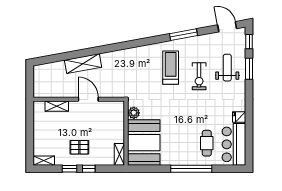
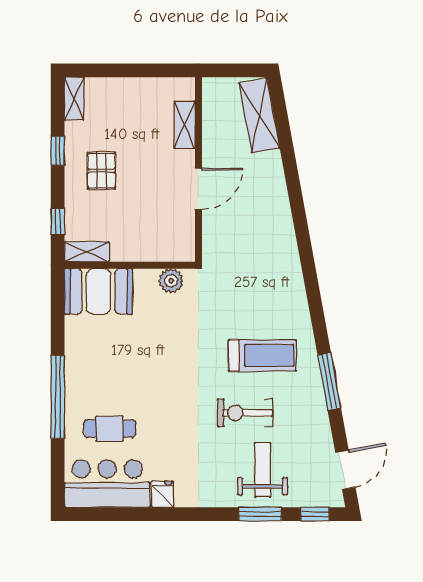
shelving: (83, 64) -> (259, 115), moved
weight bench: (227, 68) -> (263, 470), turned -90
booth: (144, 143) -> (98, 291), width x0.73, depth x0.70
window: (89, 169) -> (58, 221), moved

